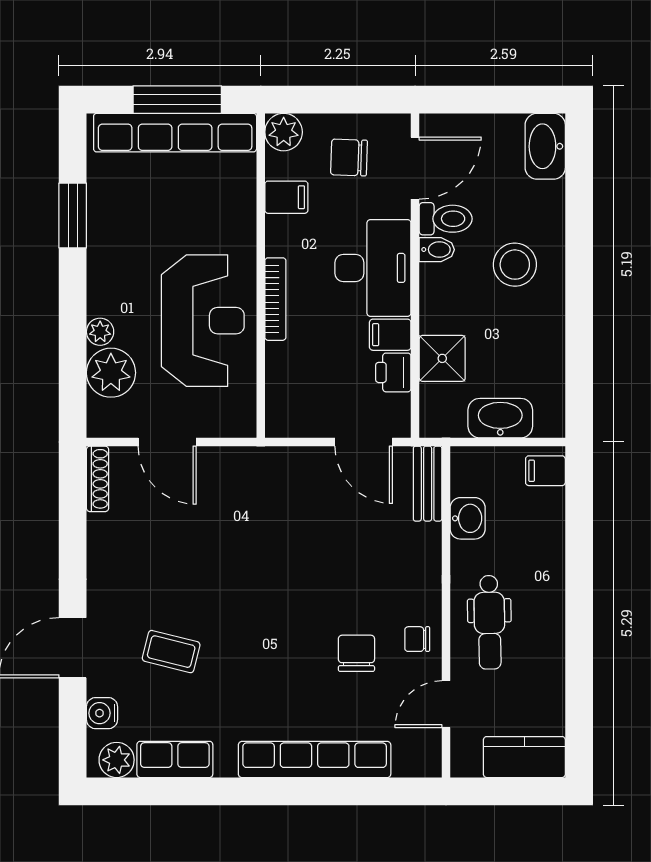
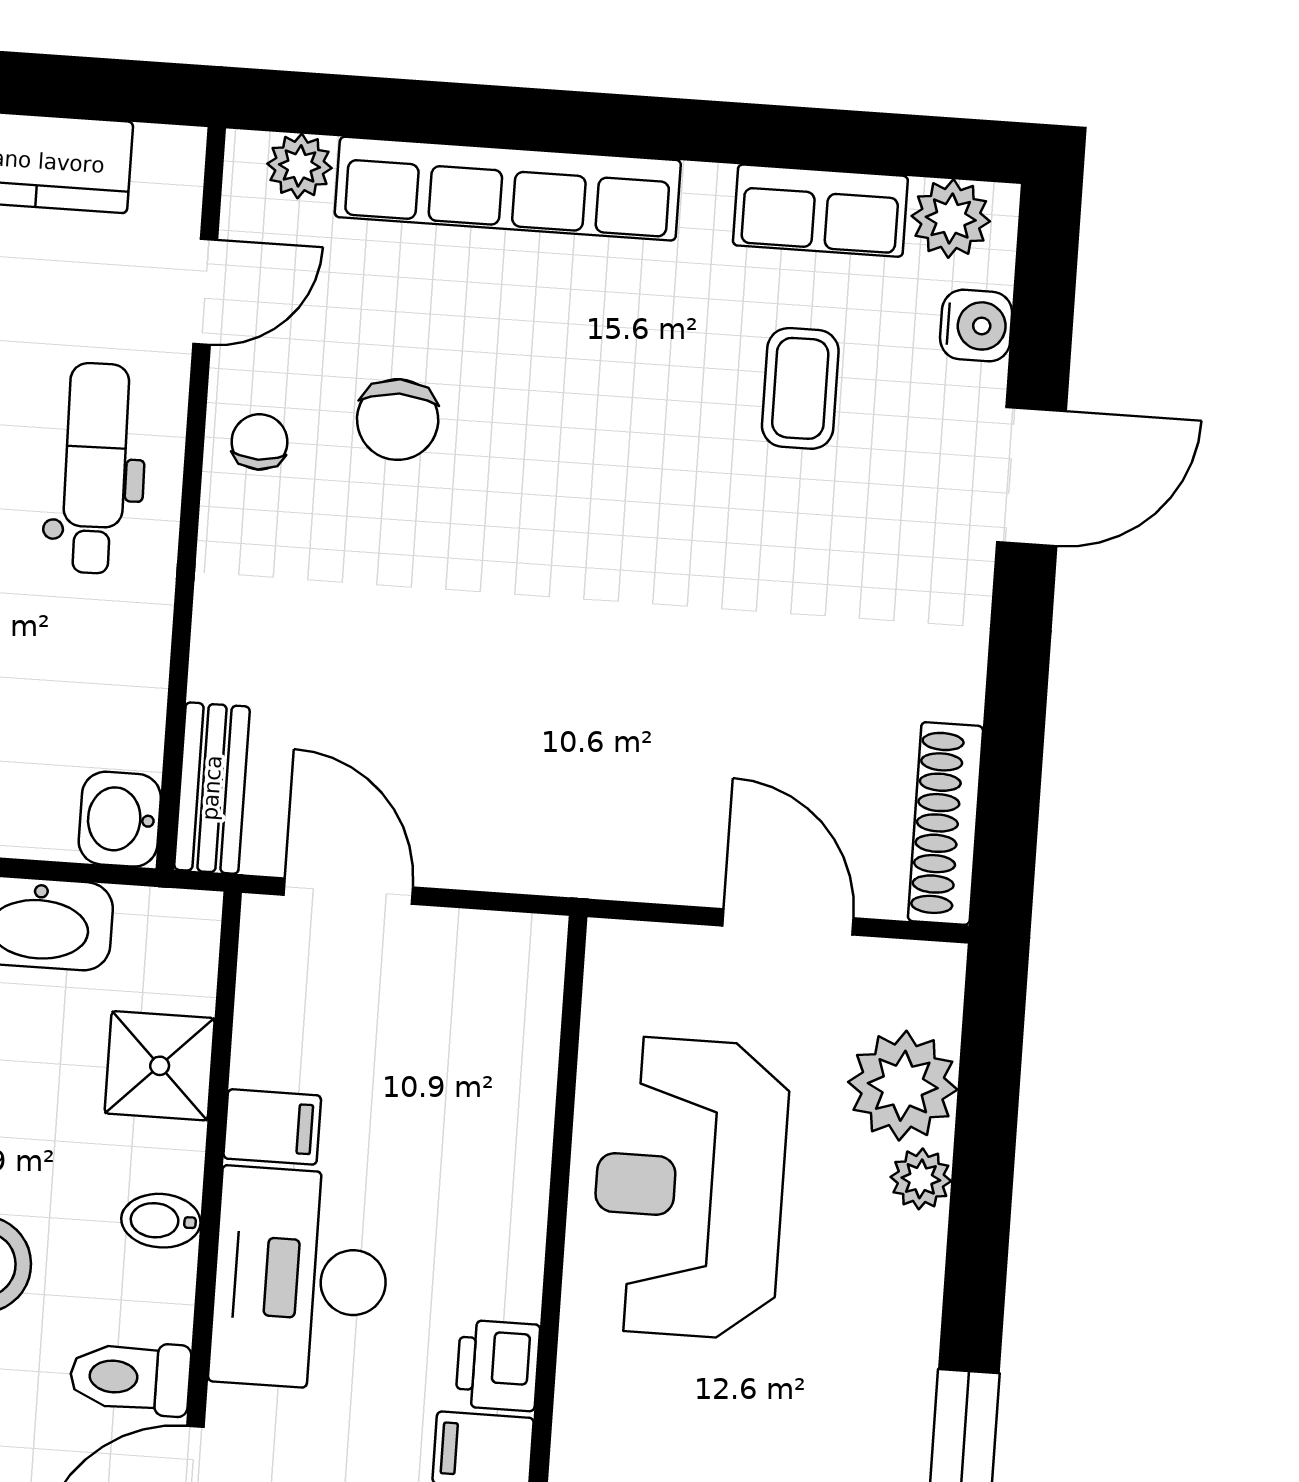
bidet: (437, 250) -> (161, 1221), moved
bookcase: (275, 299) -> (524, 1225), removed
printer: (393, 372) -> (498, 1365), moved, turned 180
shoe rack: (98, 479) -> (945, 823), width x1.36, depth x1.24
washbasin: (468, 518) -> (120, 819), moved
chair: (417, 639) -> (259, 442), turned -90
coffee table: (171, 652) -> (800, 388), moved, turned 76
plant: (408, 763) -> (300, 166), added

